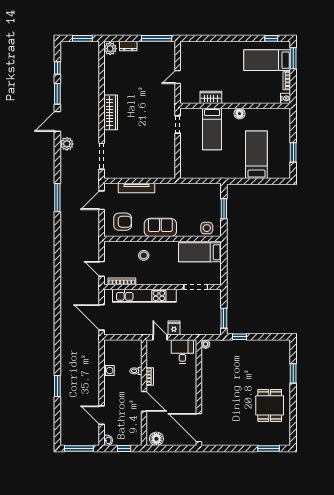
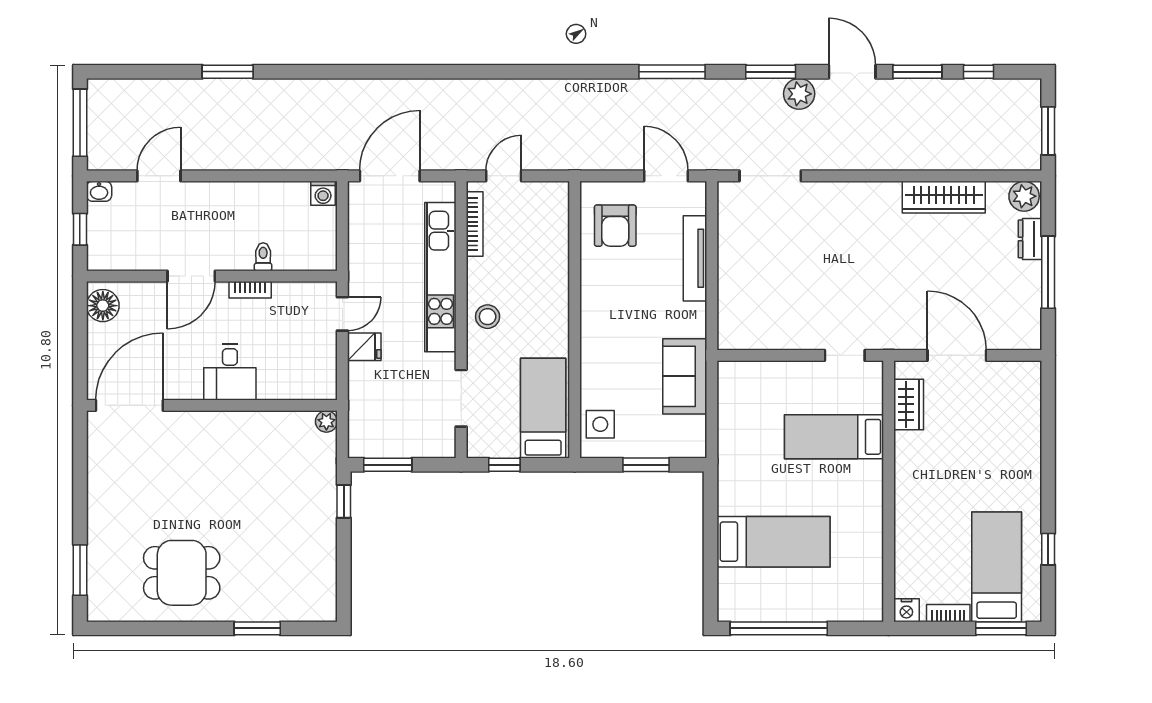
window: (157, 38) -> (1048, 272), moved
window: (271, 38) -> (1048, 549), moved
door: (178, 77) -> (957, 355), width x1.88
wardrobe: (211, 97) -> (909, 404), moved
wardrobe: (111, 112) -> (944, 197), moved
floor lamp: (239, 114) -> (870, 501), removed
window: (293, 152) -> (779, 628), width x2.11
window: (57, 156) -> (771, 72), added
sofa: (160, 227) -> (685, 376), moved, turned 180
stool: (144, 255) -> (488, 317), moved
window: (224, 269) -> (504, 465), added
desk: (182, 351) -> (230, 372), moved, turned 90
washing machine: (109, 371) -> (323, 193), moved

